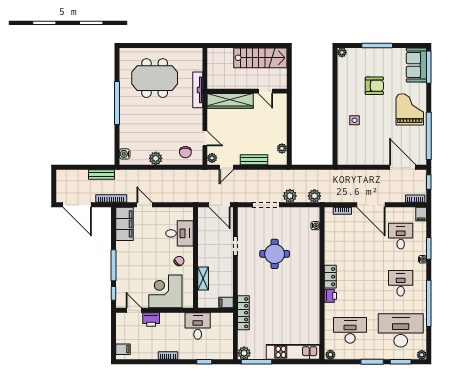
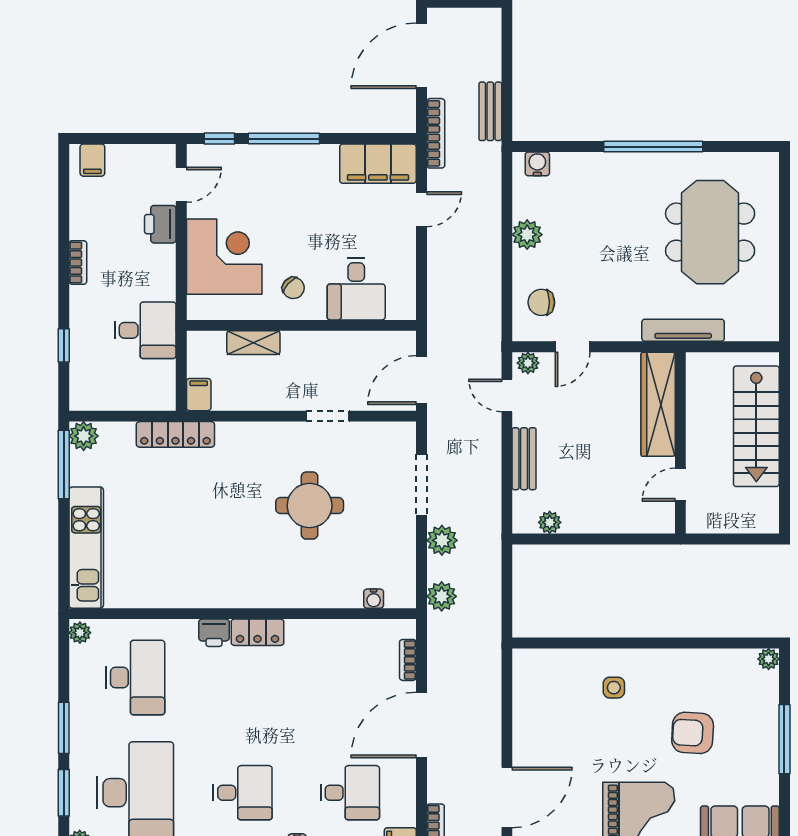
stairs: (260, 58) -> (756, 426), moved
armchair: (374, 86) -> (693, 733), turned 93

